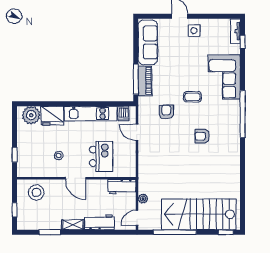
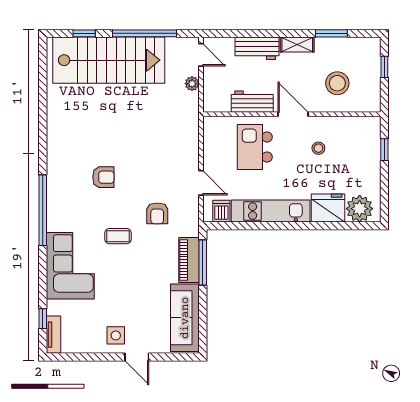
workbench: (122, 187) -> (252, 102), moved
stool: (36, 192) -> (337, 83), moved
door: (137, 218) -> (201, 55), hinge flipped
window: (226, 232) -> (84, 33), moved

